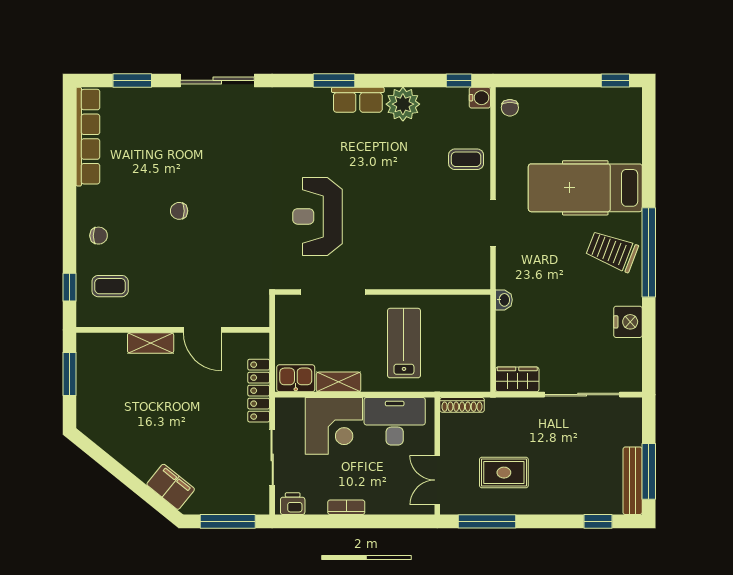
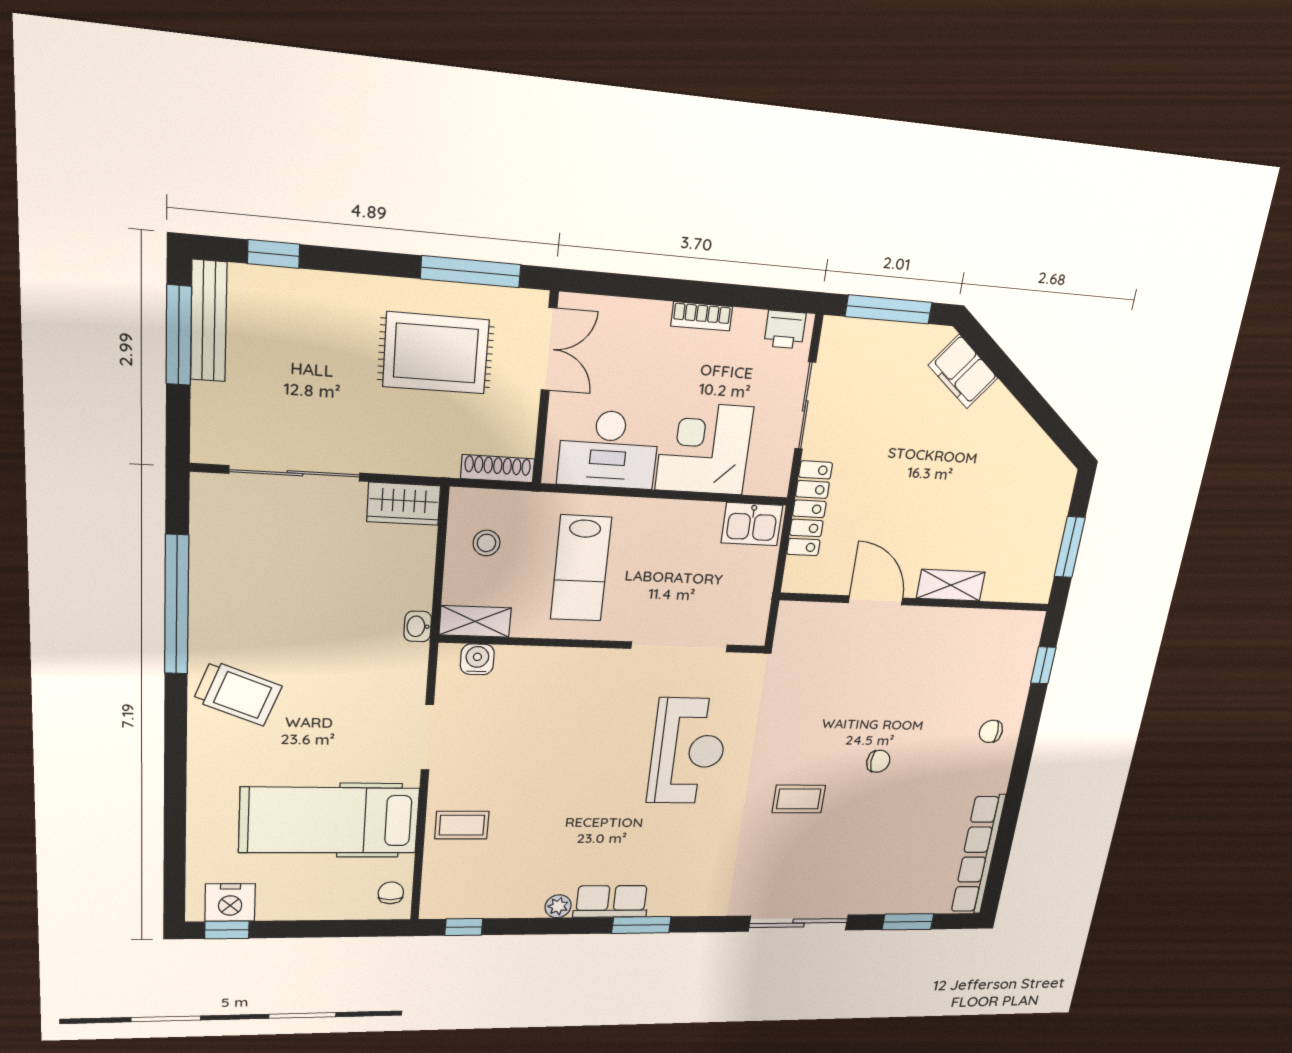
water cooler: (480, 98) -> (477, 659), moved, turned 90
plant: (403, 104) -> (558, 906), width x0.53, depth x0.53
hospital bed: (585, 188) -> (329, 820), moved, turned 180
window: (649, 252) -> (177, 605), moved
coffee table: (110, 286) -> (799, 799), moved
nightstand: (628, 322) -> (230, 902), moved, turned -90
stool: (465, 357) -> (486, 543), added
shelving: (339, 382) -> (475, 621), moved
rug: (504, 473) -> (436, 353), width x1.36, depth x1.43

